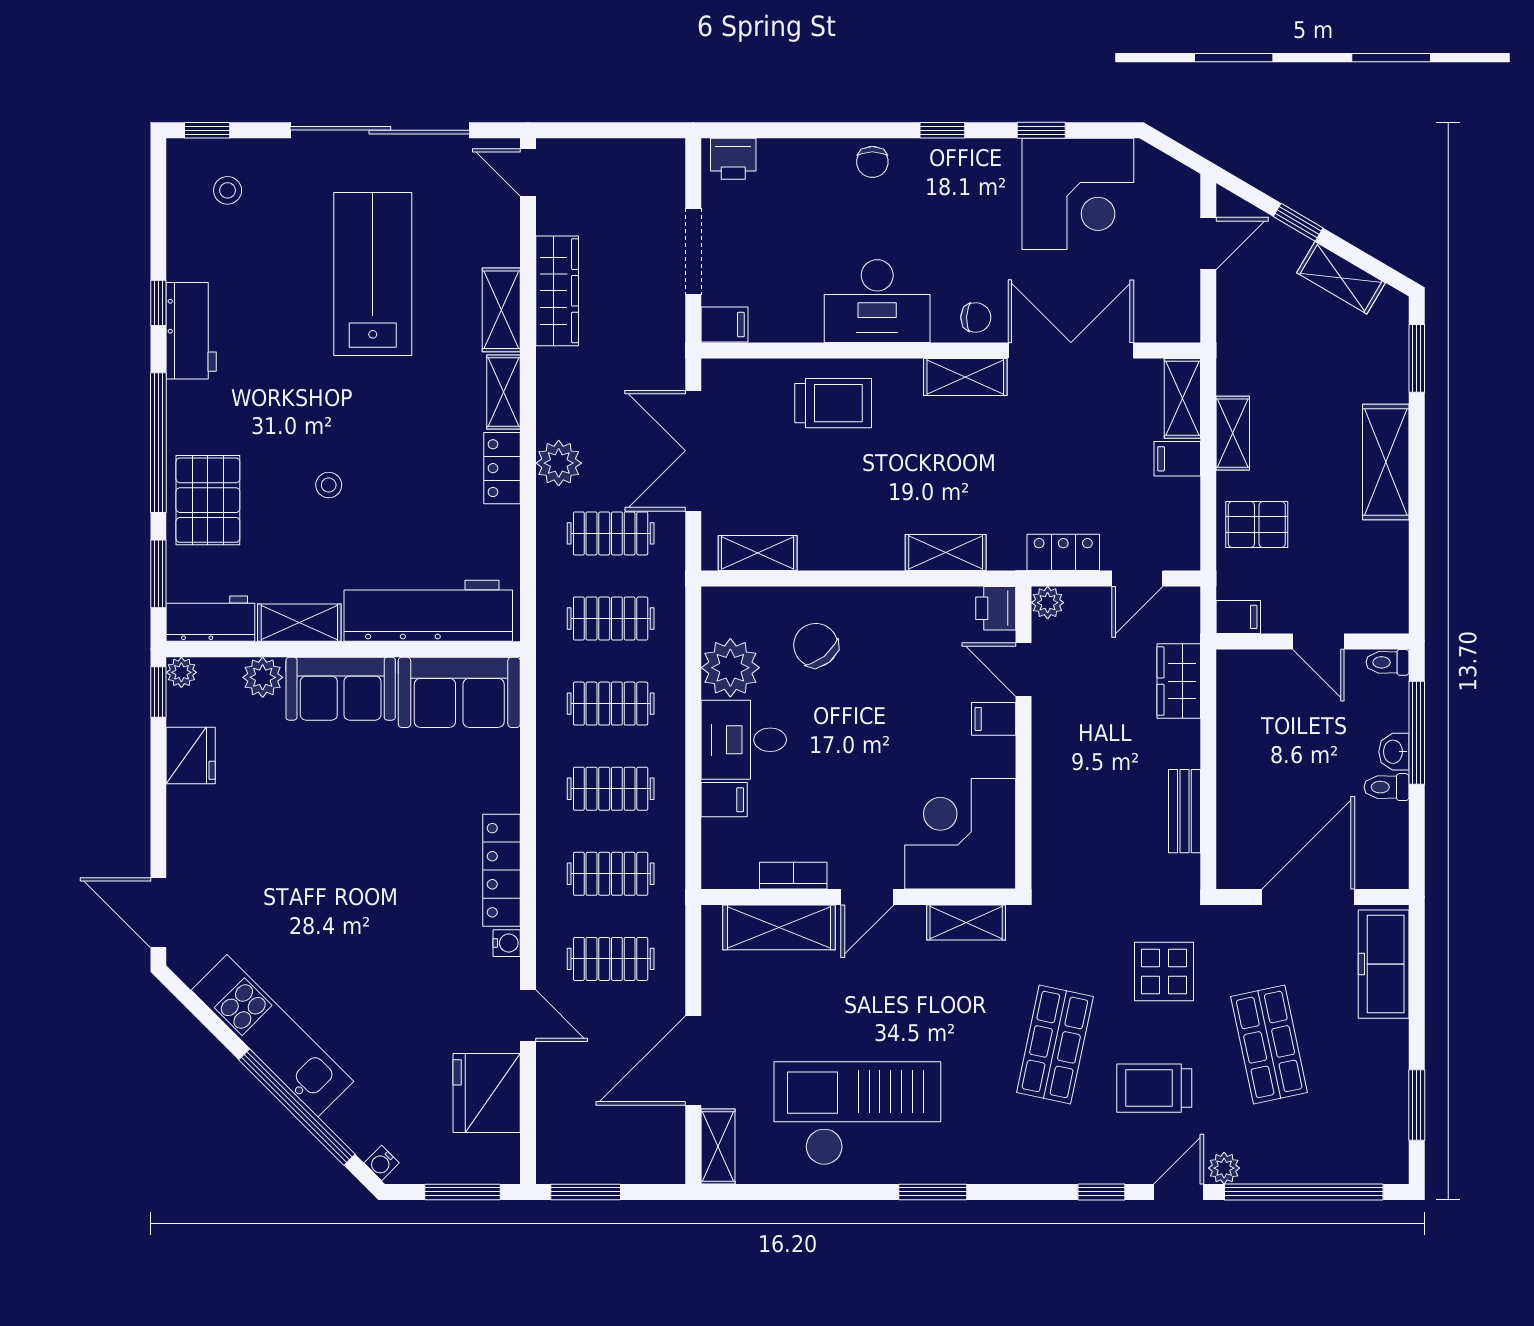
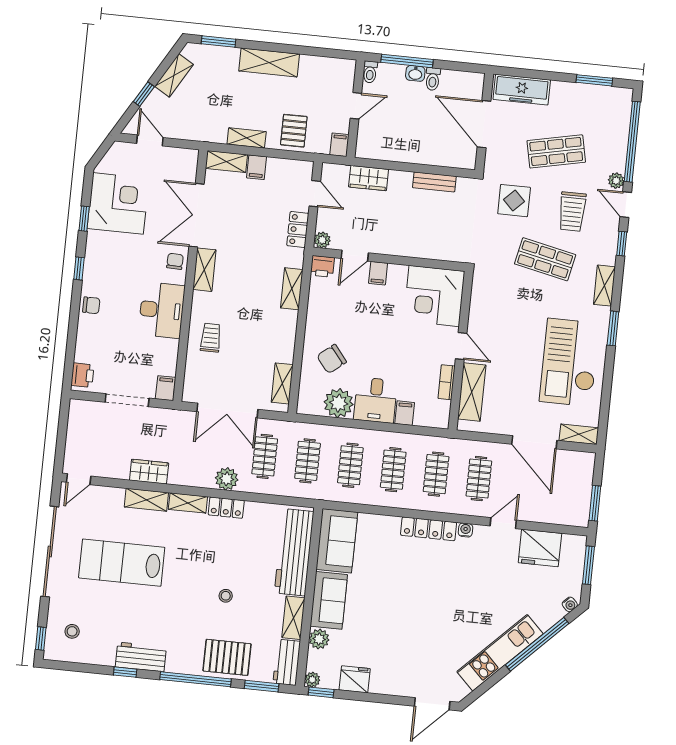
wardrobe: (557, 291) -> (149, 472), width x0.67
trolley: (833, 403) -> (211, 338), width x0.73, depth x0.72
shelving: (966, 923) -> (604, 286), moved

